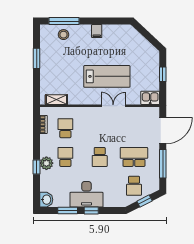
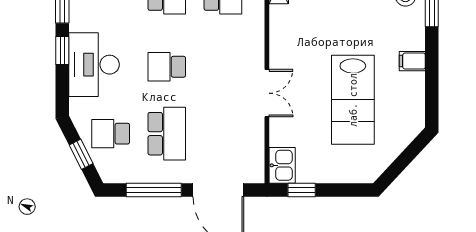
window: (163, 74) -> (302, 190), moved
lab bench: (107, 76) -> (353, 100), moved
desk: (86, 194) -> (94, 65), moved

